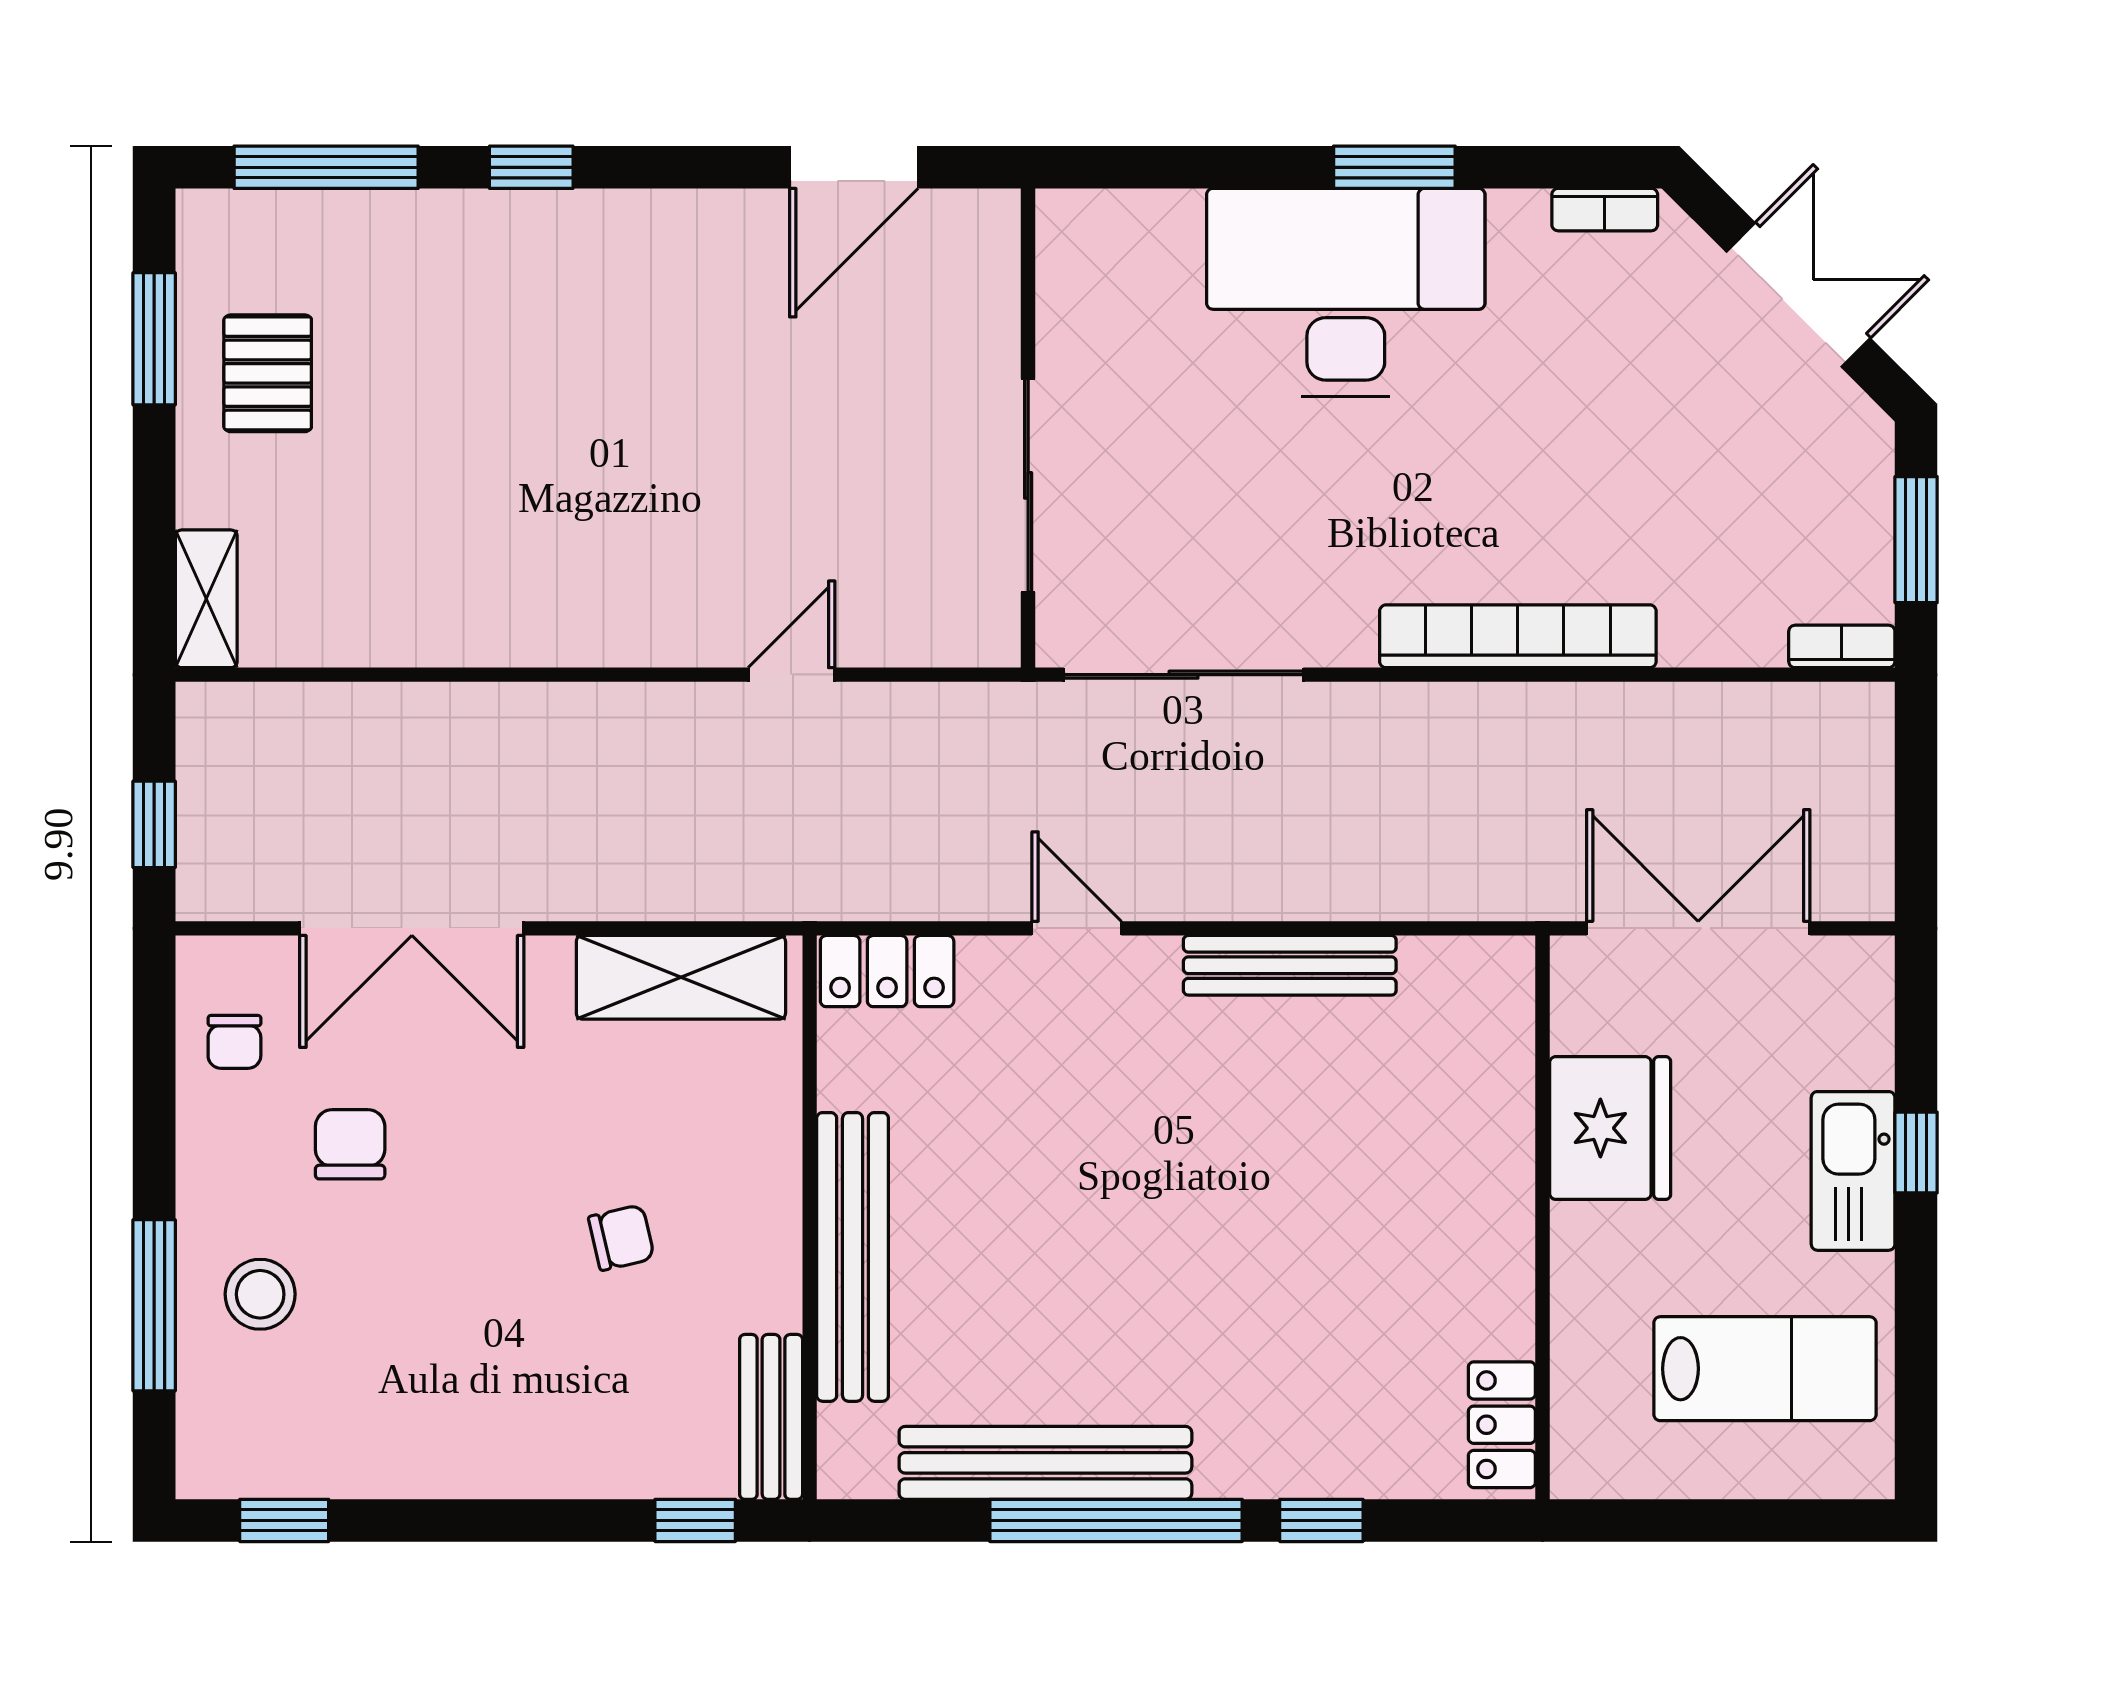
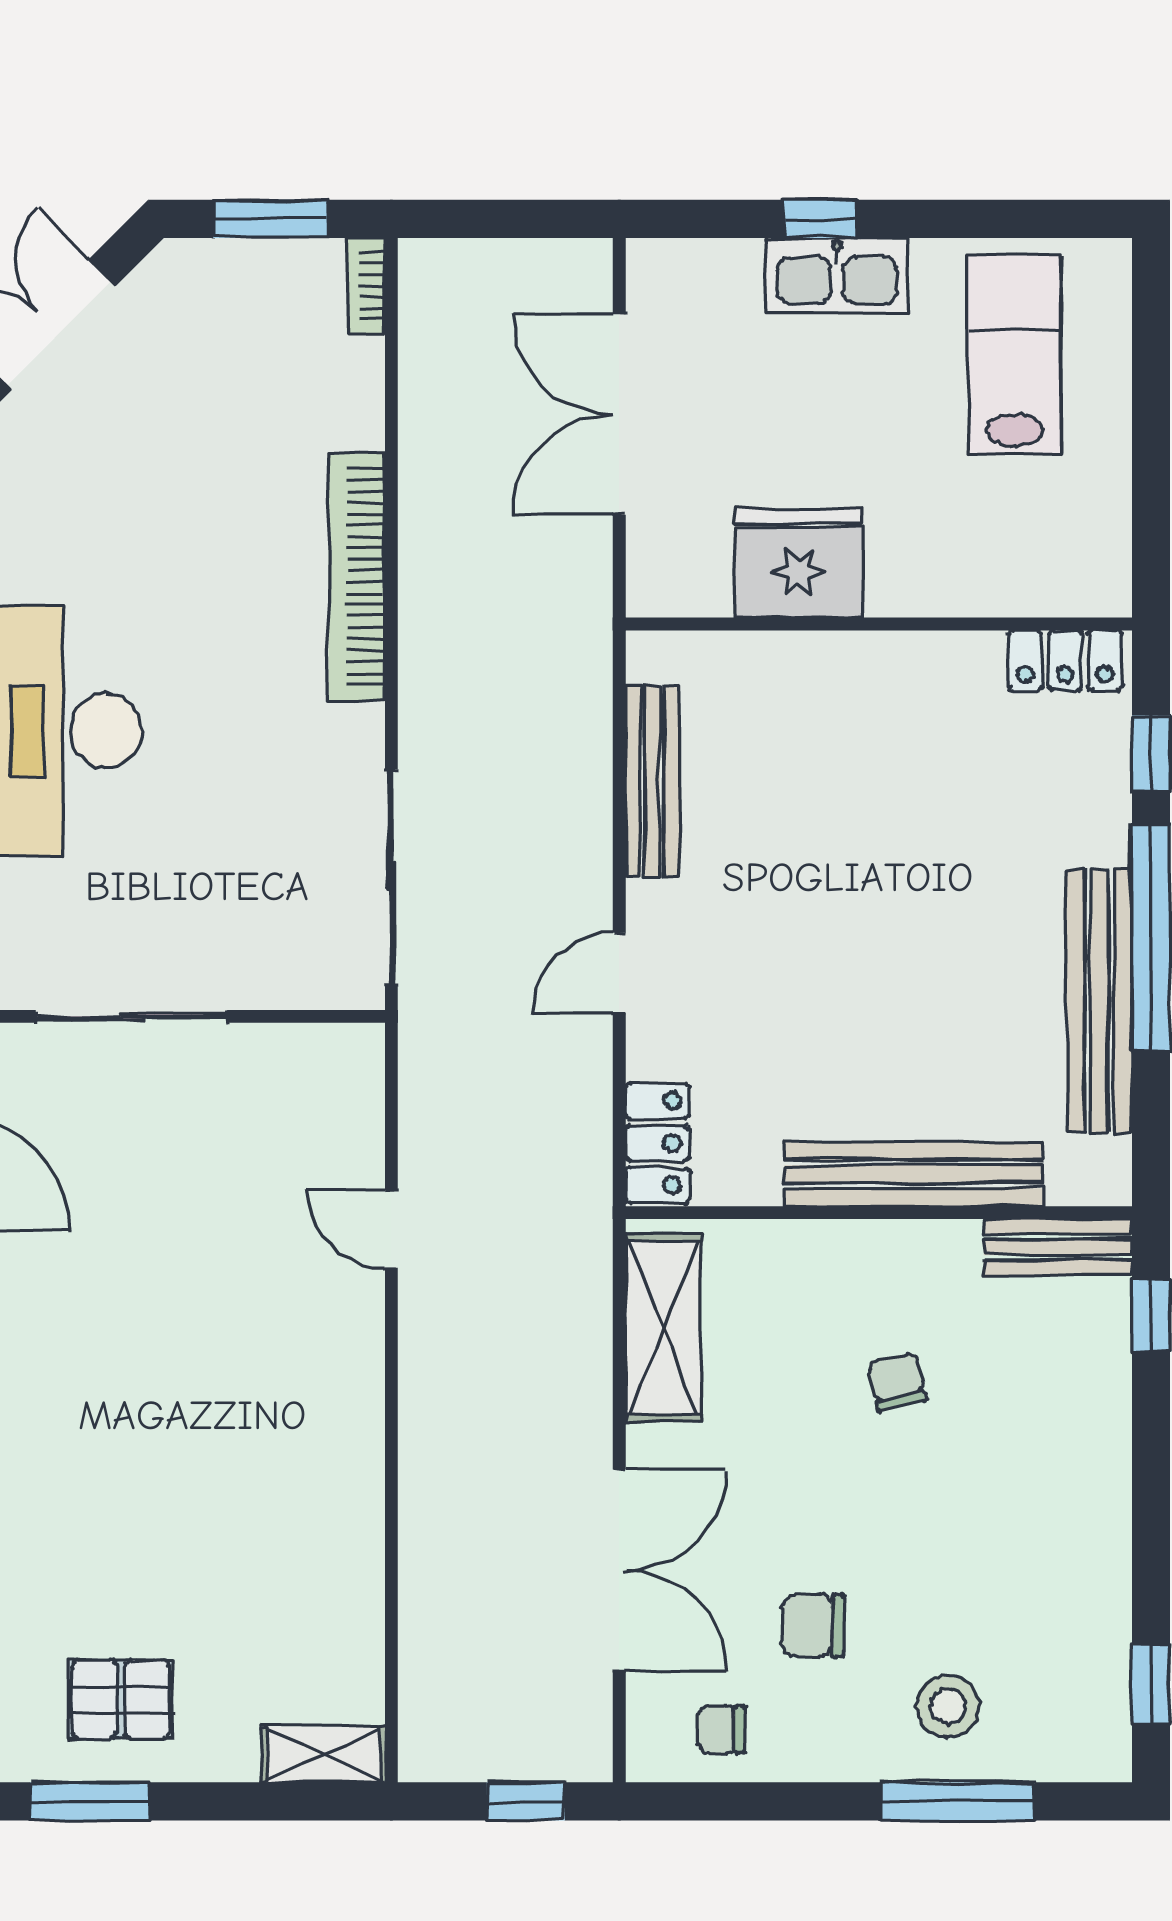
sliding door: (1028, 485) -> (132, 1016), moved
chair: (234, 1042) -> (721, 1729), turned 180
fridge: (1610, 1128) -> (799, 563), moved
wall: (1543, 1217) -> (879, 624), moved
locker: (1502, 1425) -> (1065, 660), moved

